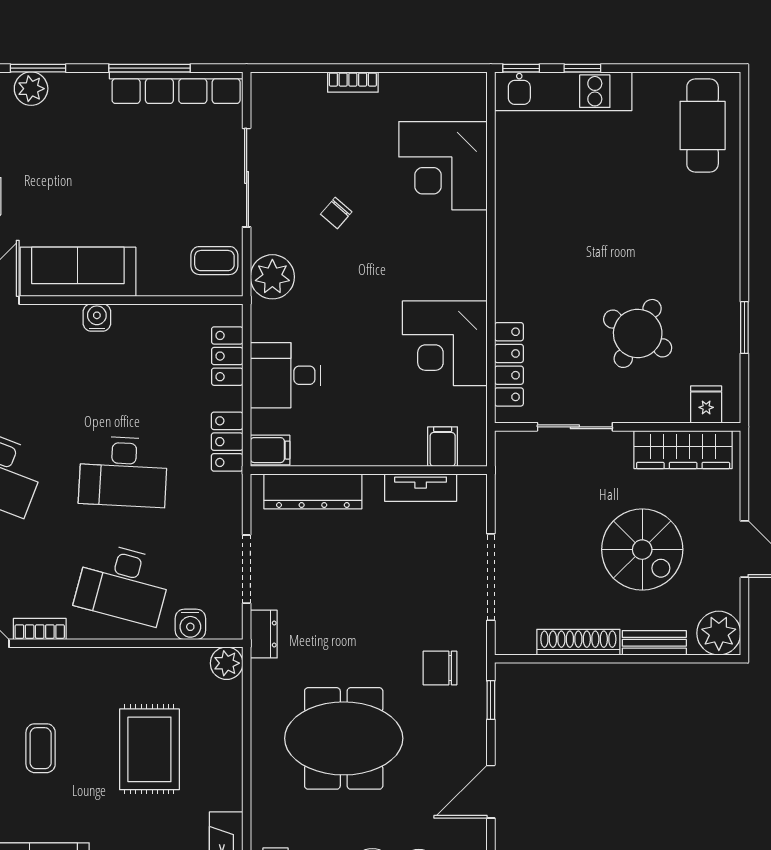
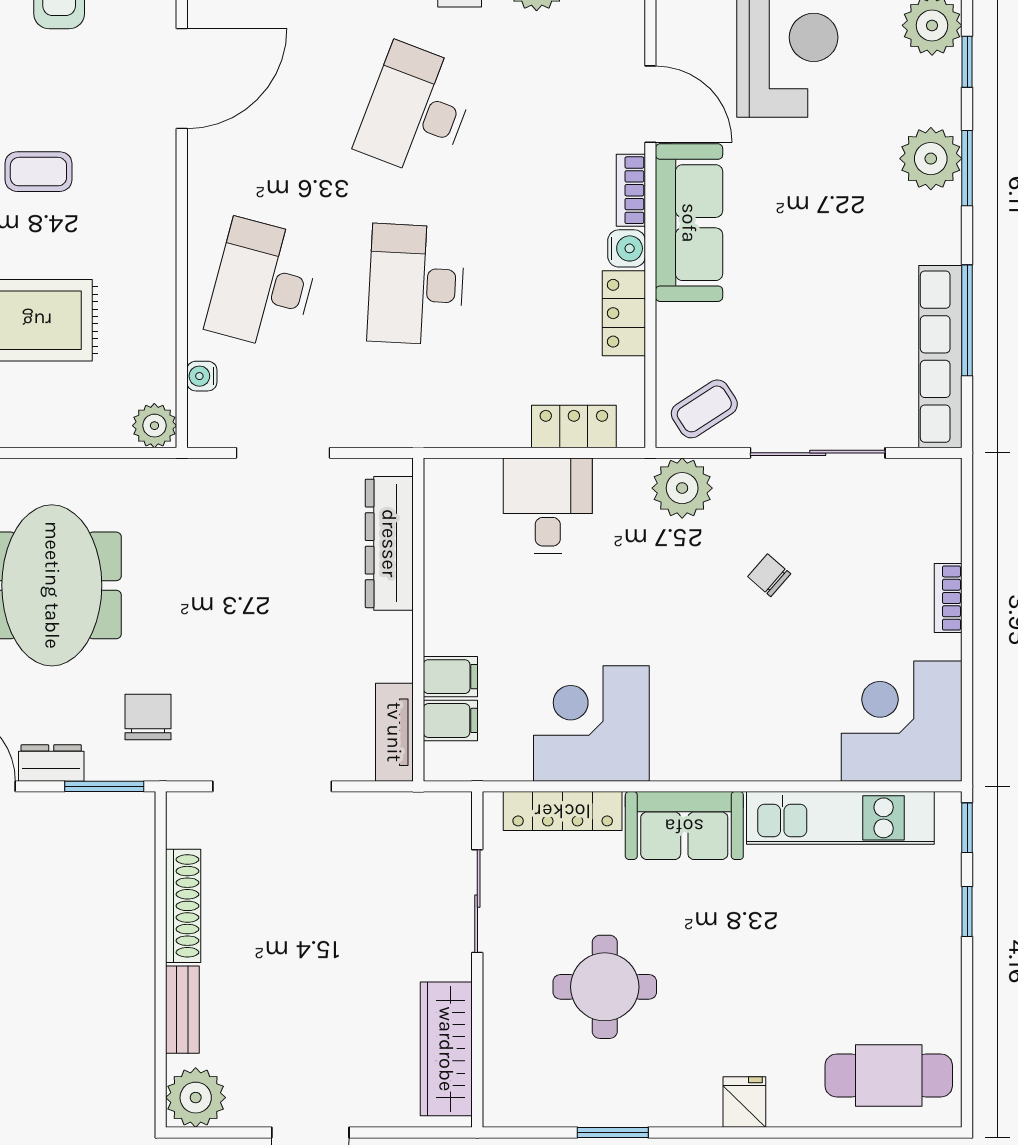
plant: (31, 89) -> (931, 159), width x1.36, depth x1.36
kitchen unit: (563, 91) -> (840, 818), moved, turned -90
corner desk: (443, 166) -> (902, 721), moved
coffee table: (214, 261) -> (704, 409), turned 57
sofa: (519, 275) -> (684, 826), added
round table: (638, 333) -> (605, 987), turned -30
fridge: (706, 405) -> (744, 1102), moved, turned -90
locker: (227, 442) -> (624, 313), moved, turned -90
filing cabinet: (270, 450) -> (450, 677), moved, turned -90
tv unit: (421, 488) -> (394, 732), moved
spiral stairs: (642, 550) -> (310, 993), removed
water cooler: (190, 624) -> (202, 376), width x0.72, depth x0.72
bookcase: (40, 629) -> (631, 190), moved, turned 180
dresser: (264, 634) -> (51, 763), moved, turned 180
window: (491, 700) -> (104, 786), width x1.50

